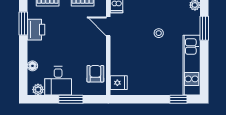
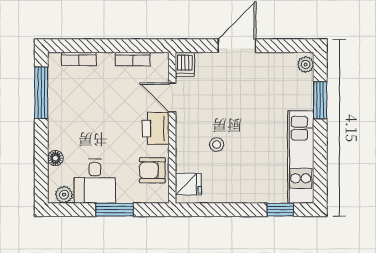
window: (23, 23) -> (41, 93), width x1.44
printer: (36, 30) -> (156, 128), moved, turned 180
stool: (159, 33) -> (217, 145), moved
armchair: (95, 74) -> (152, 170), turned -90

